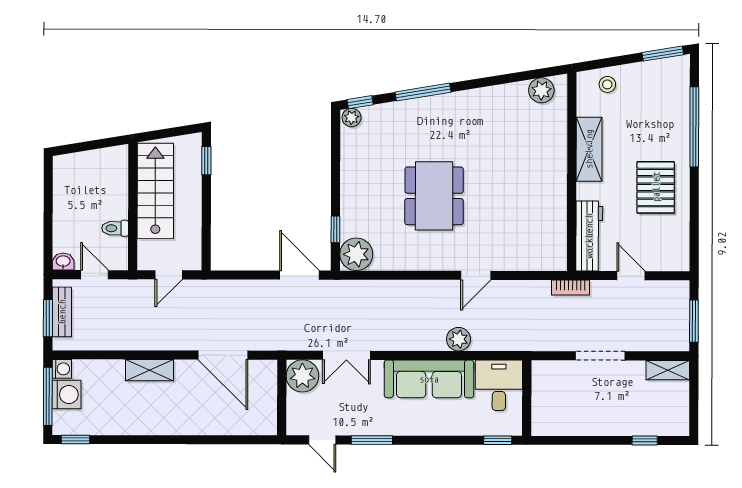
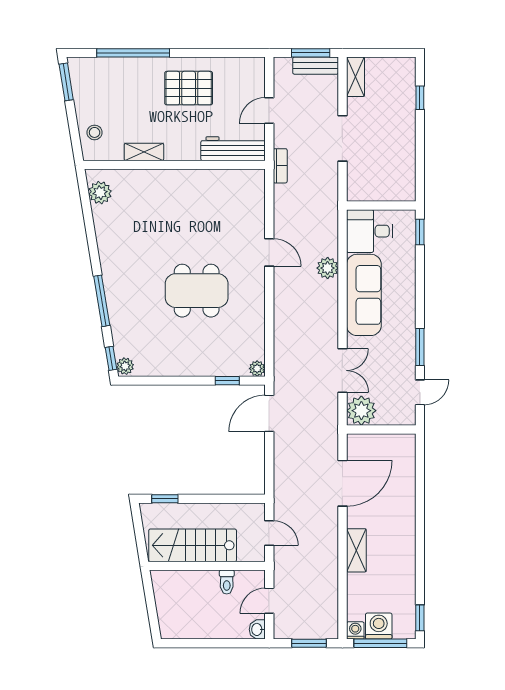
shelving: (589, 149) -> (144, 152), width x0.67, depth x0.75
plant: (356, 254) -> (257, 369), width x0.53, depth x0.53
bench: (62, 312) -> (316, 66), moved

